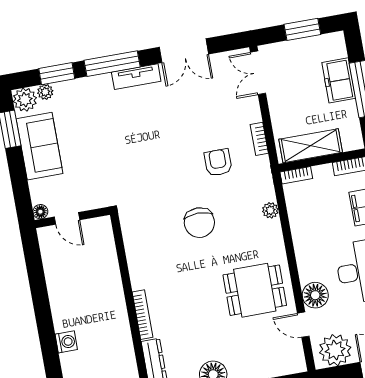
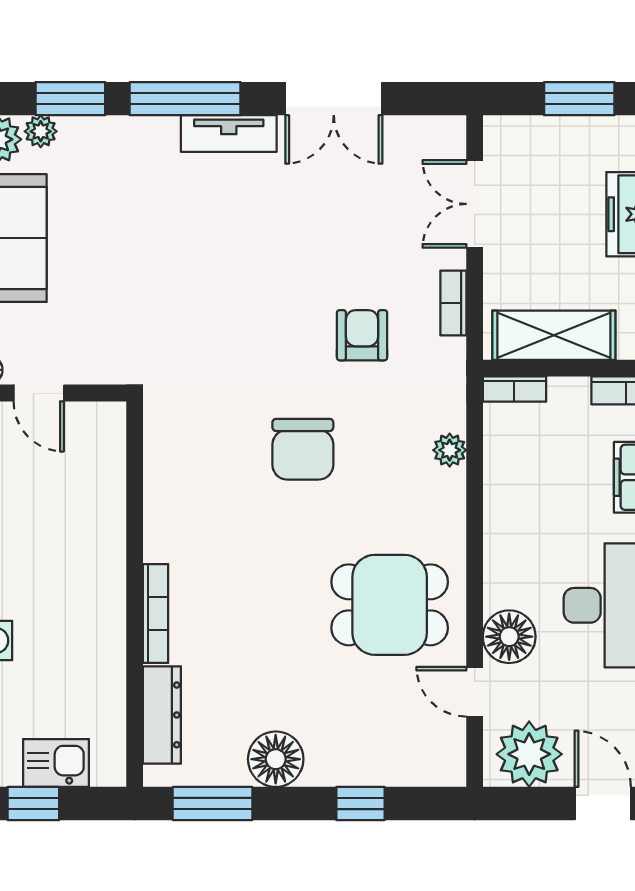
double door: (258, 73) -> (475, 204), moved

